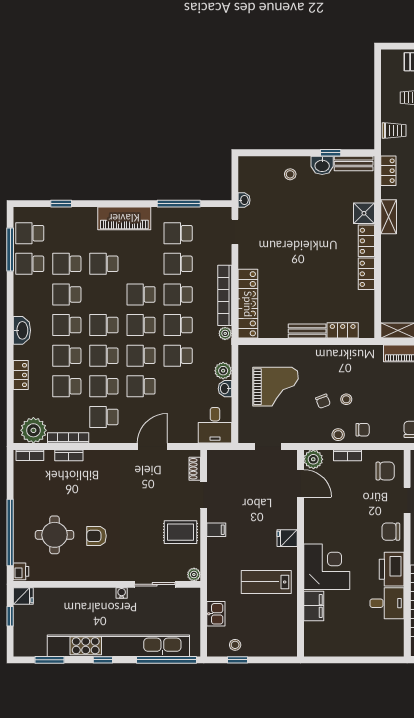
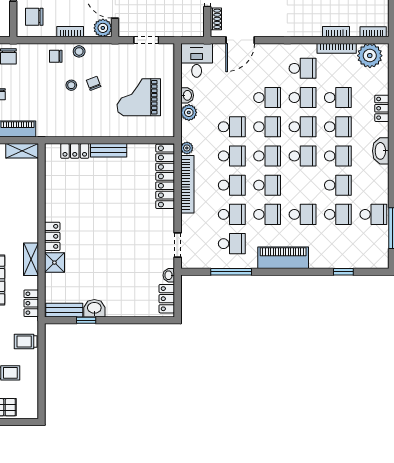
stool: (290, 174) -> (125, 300), removed
school desk: (30, 233) -> (267, 214), moved
locker: (366, 274) -> (167, 299), moved, turned 180
door: (152, 446) -> (240, 40), moved

